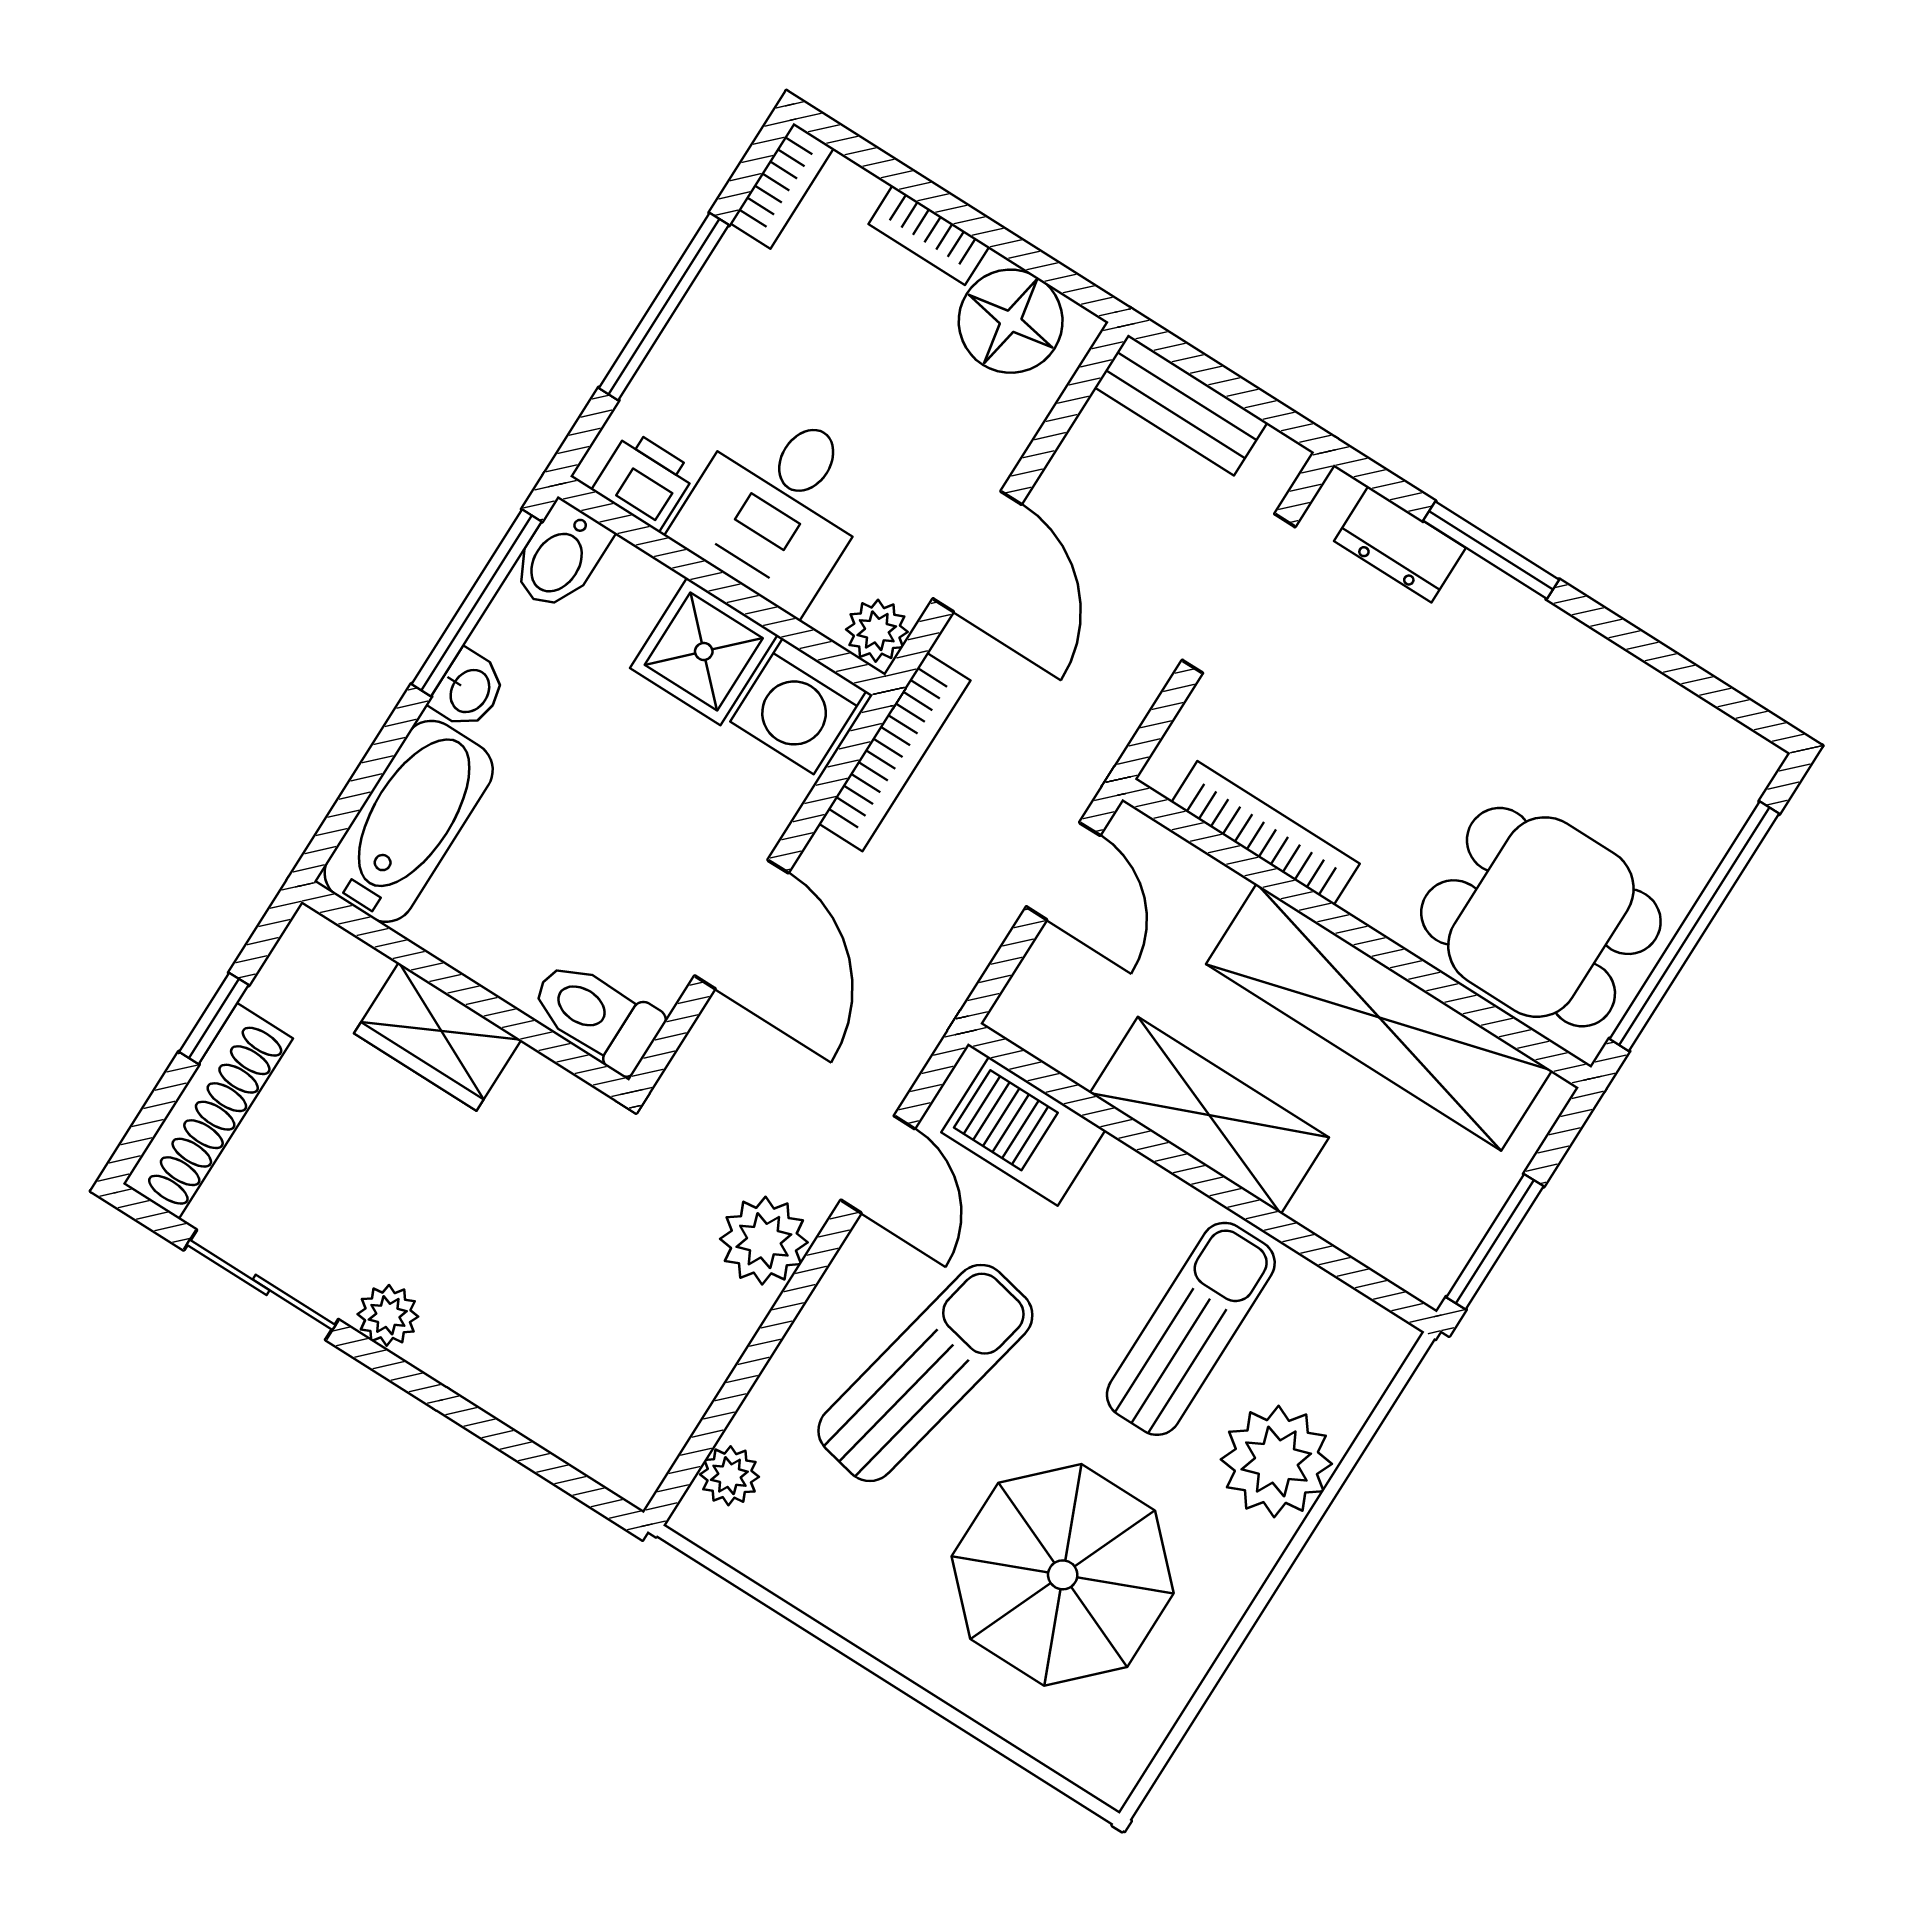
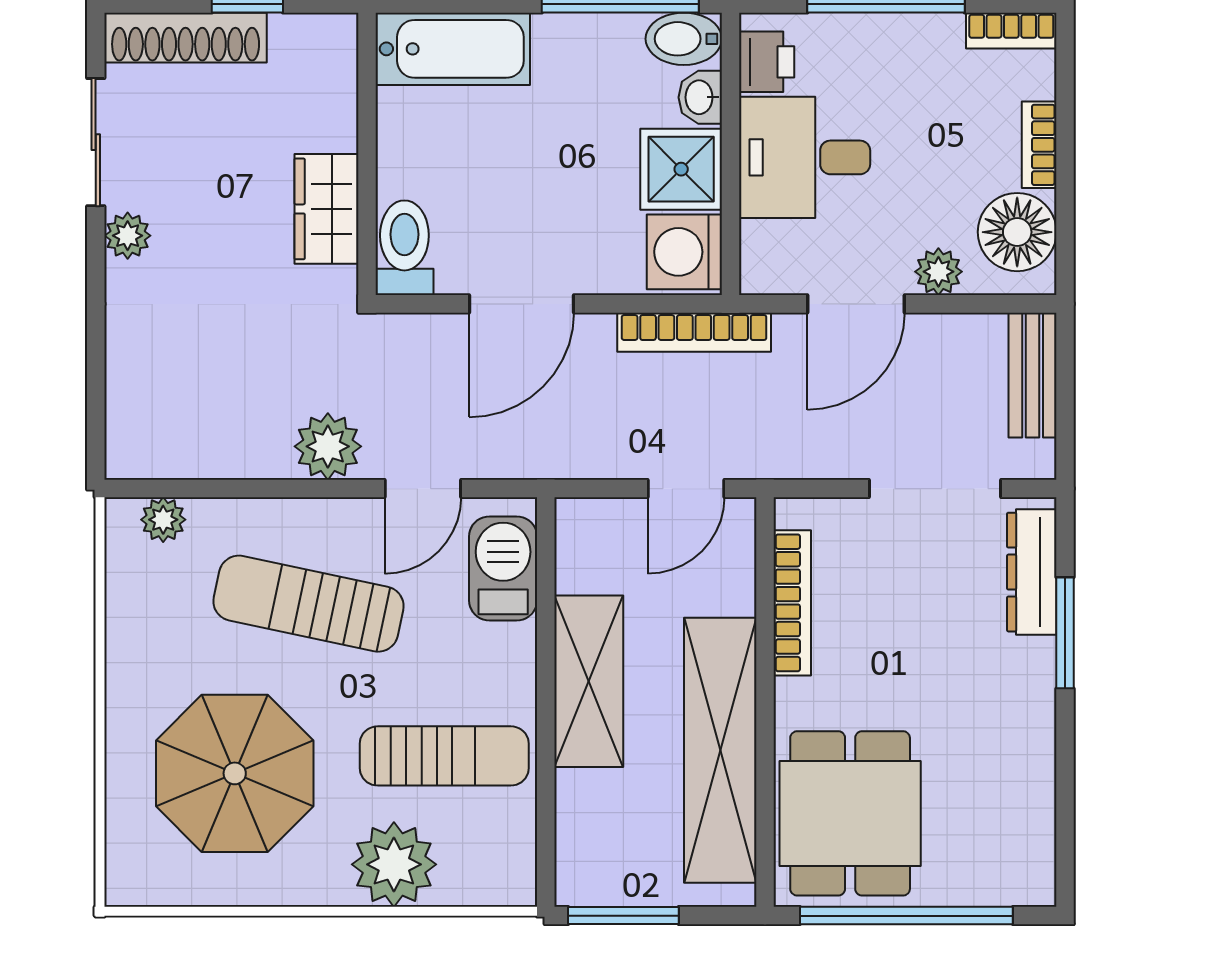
dresser: (1400, 544) -> (1032, 572), width x1.44
plant: (877, 631) -> (938, 272), moved
washbasin: (469, 690) -> (700, 97), moved, turned 90
wardrobe: (438, 1037) -> (326, 209), moved
sun lounger: (925, 1373) -> (308, 604), turned 180

